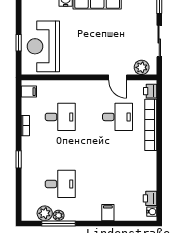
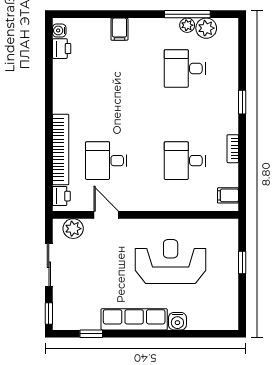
reception desk: (43, 46) -> (171, 262), moved, turned -90

